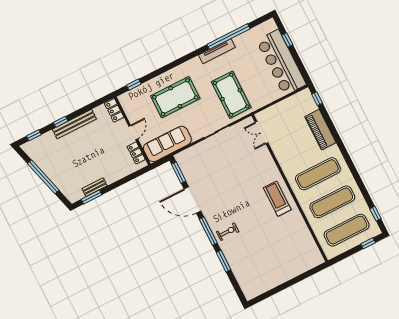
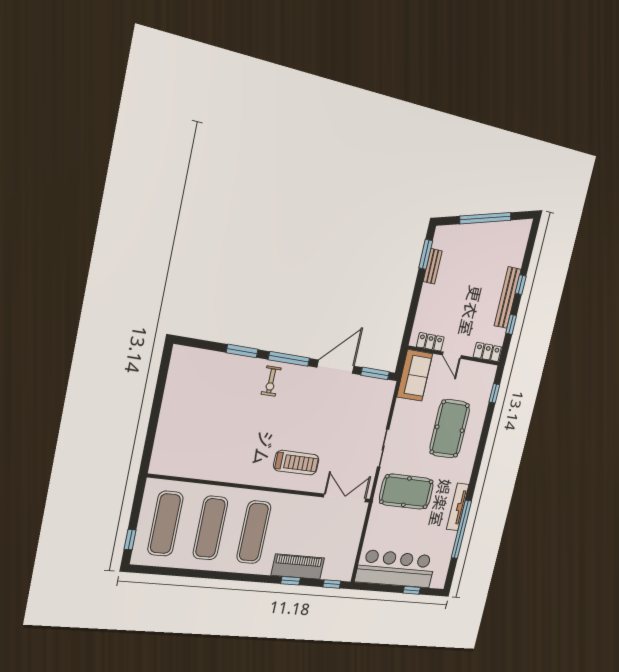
double door: (261, 133) -> (345, 498), width x1.37
window: (34, 135) -> (511, 324), moved
sofa: (167, 144) -> (415, 375), width x0.73
treadmill: (277, 199) -> (296, 463), moved
window: (375, 214) -> (290, 581), moved

